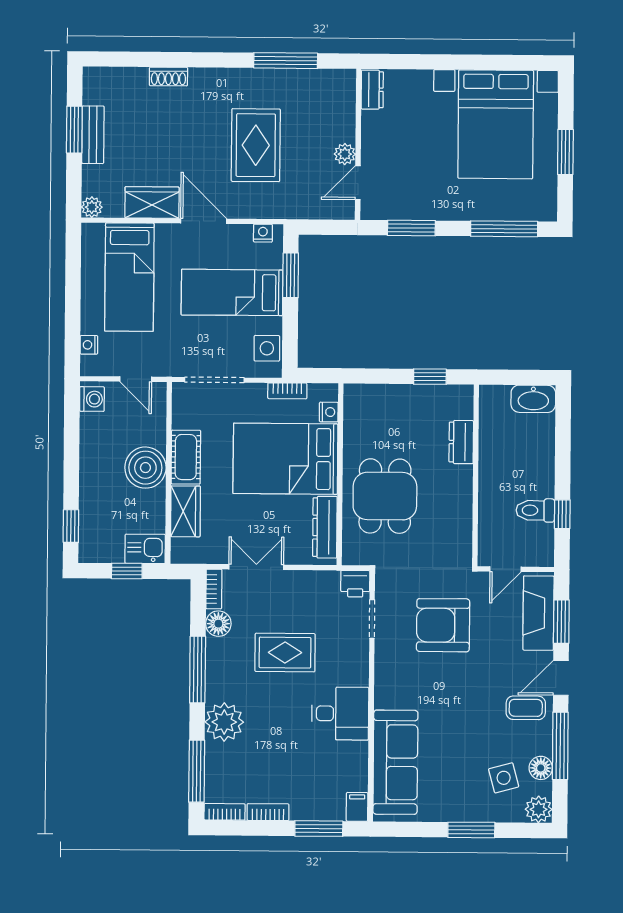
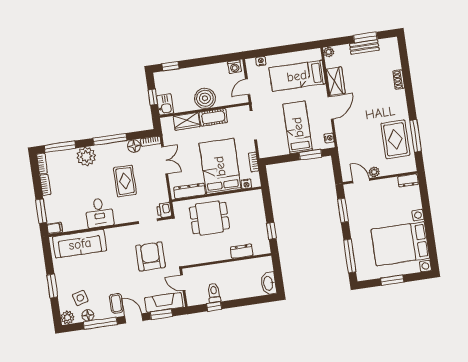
rug: (256, 145) -> (395, 139), moved, turned 90
side table: (267, 348) -> (273, 149), removed

